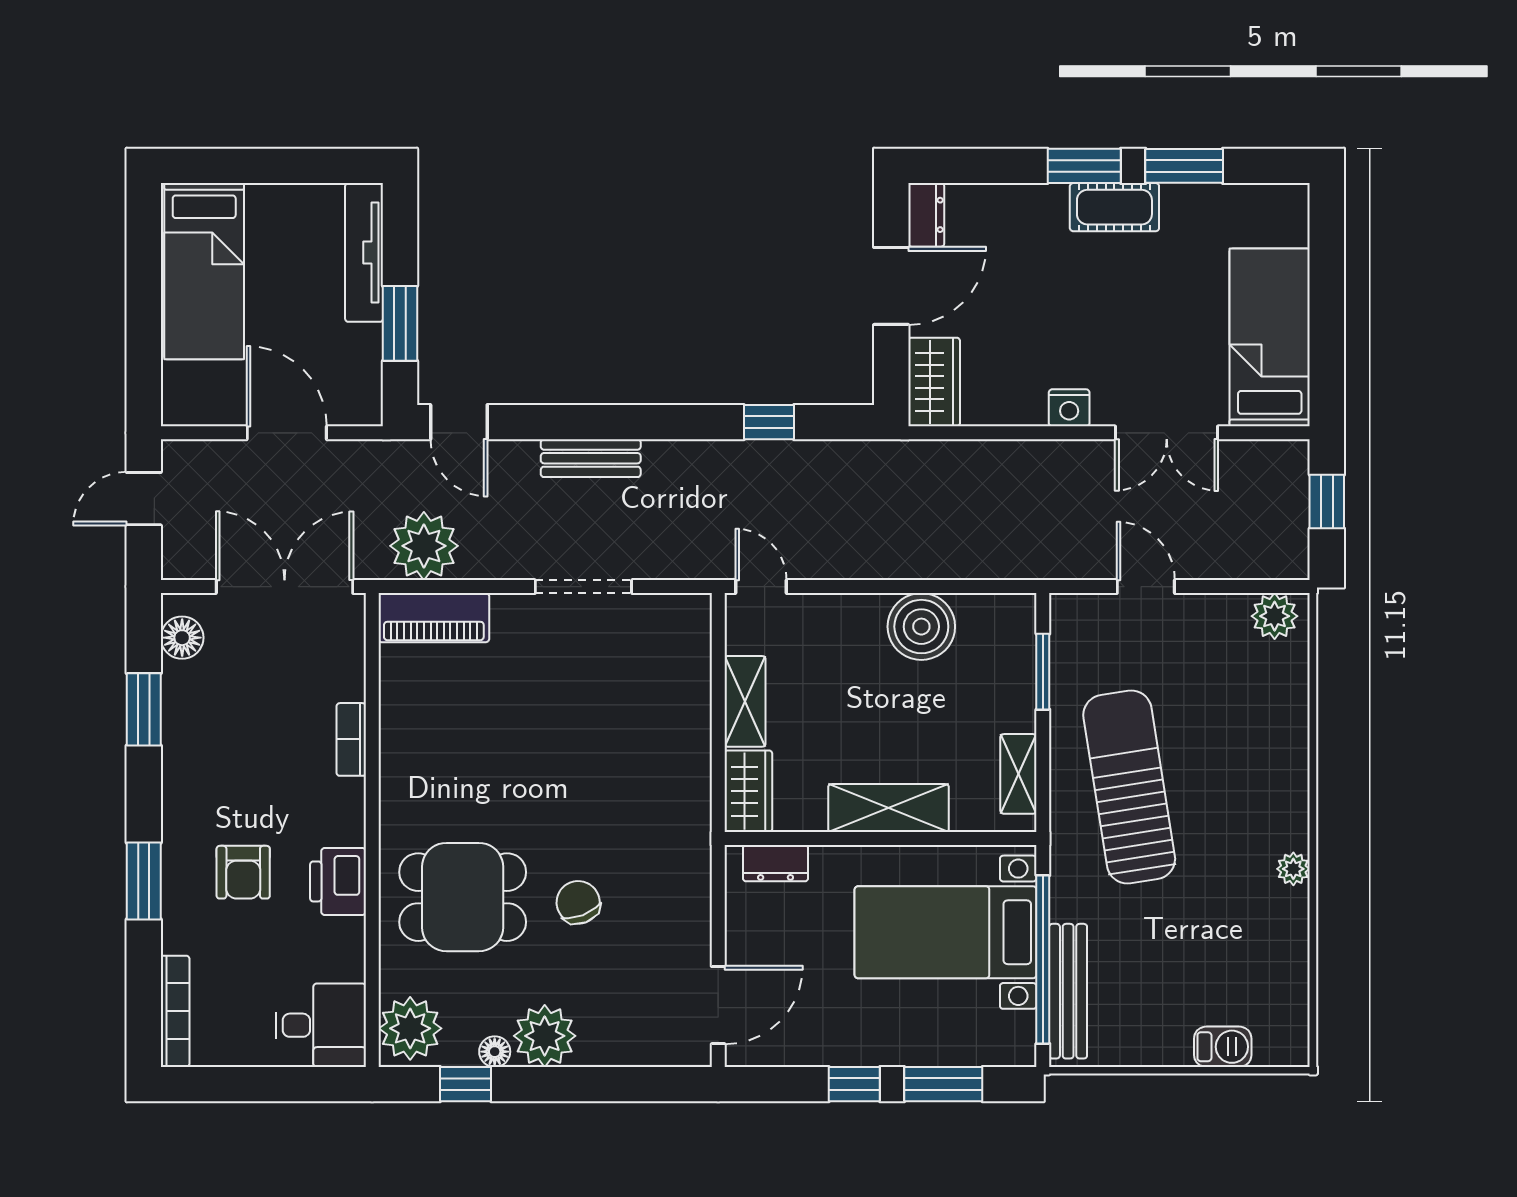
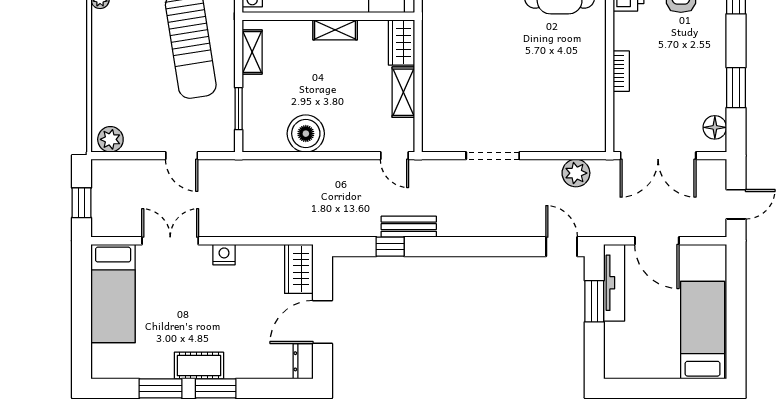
tv unit: (364, 252) -> (614, 283), moved
bench: (591, 458) -> (409, 227), moved
plant: (424, 546) -> (576, 173), width x0.73, depth x0.73
piano: (434, 618) -> (575, 138), removed
shelving: (889, 808) -> (335, 30), width x0.67, depth x0.75

